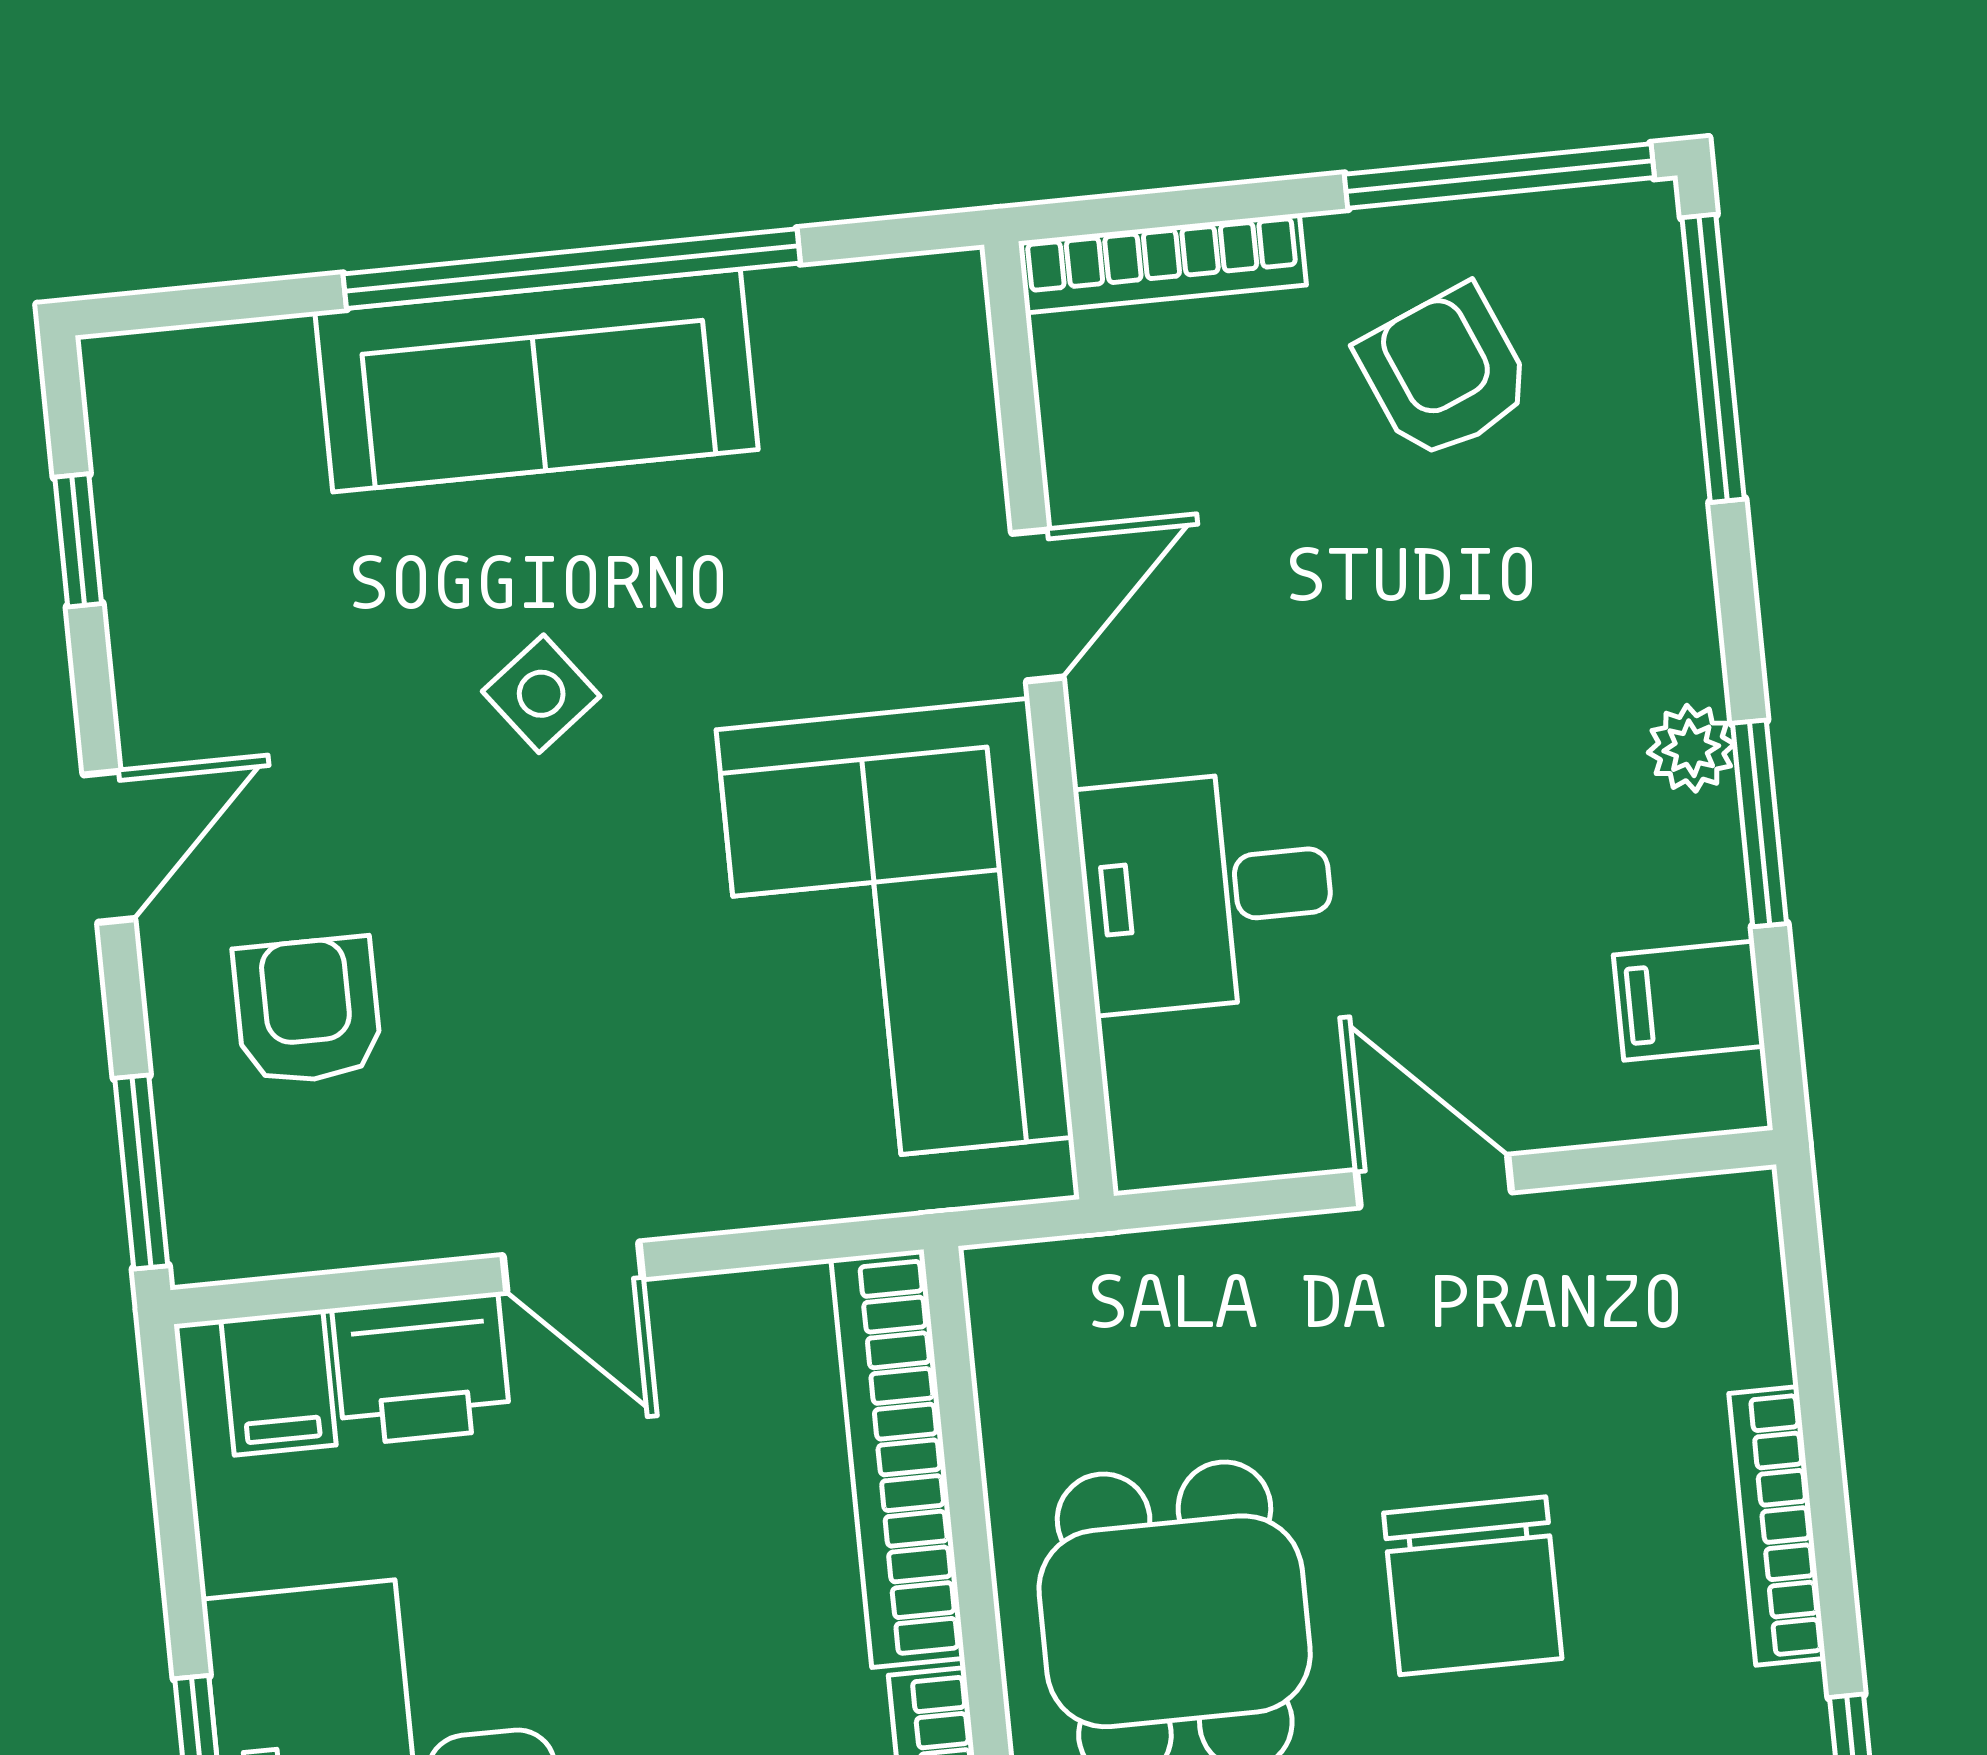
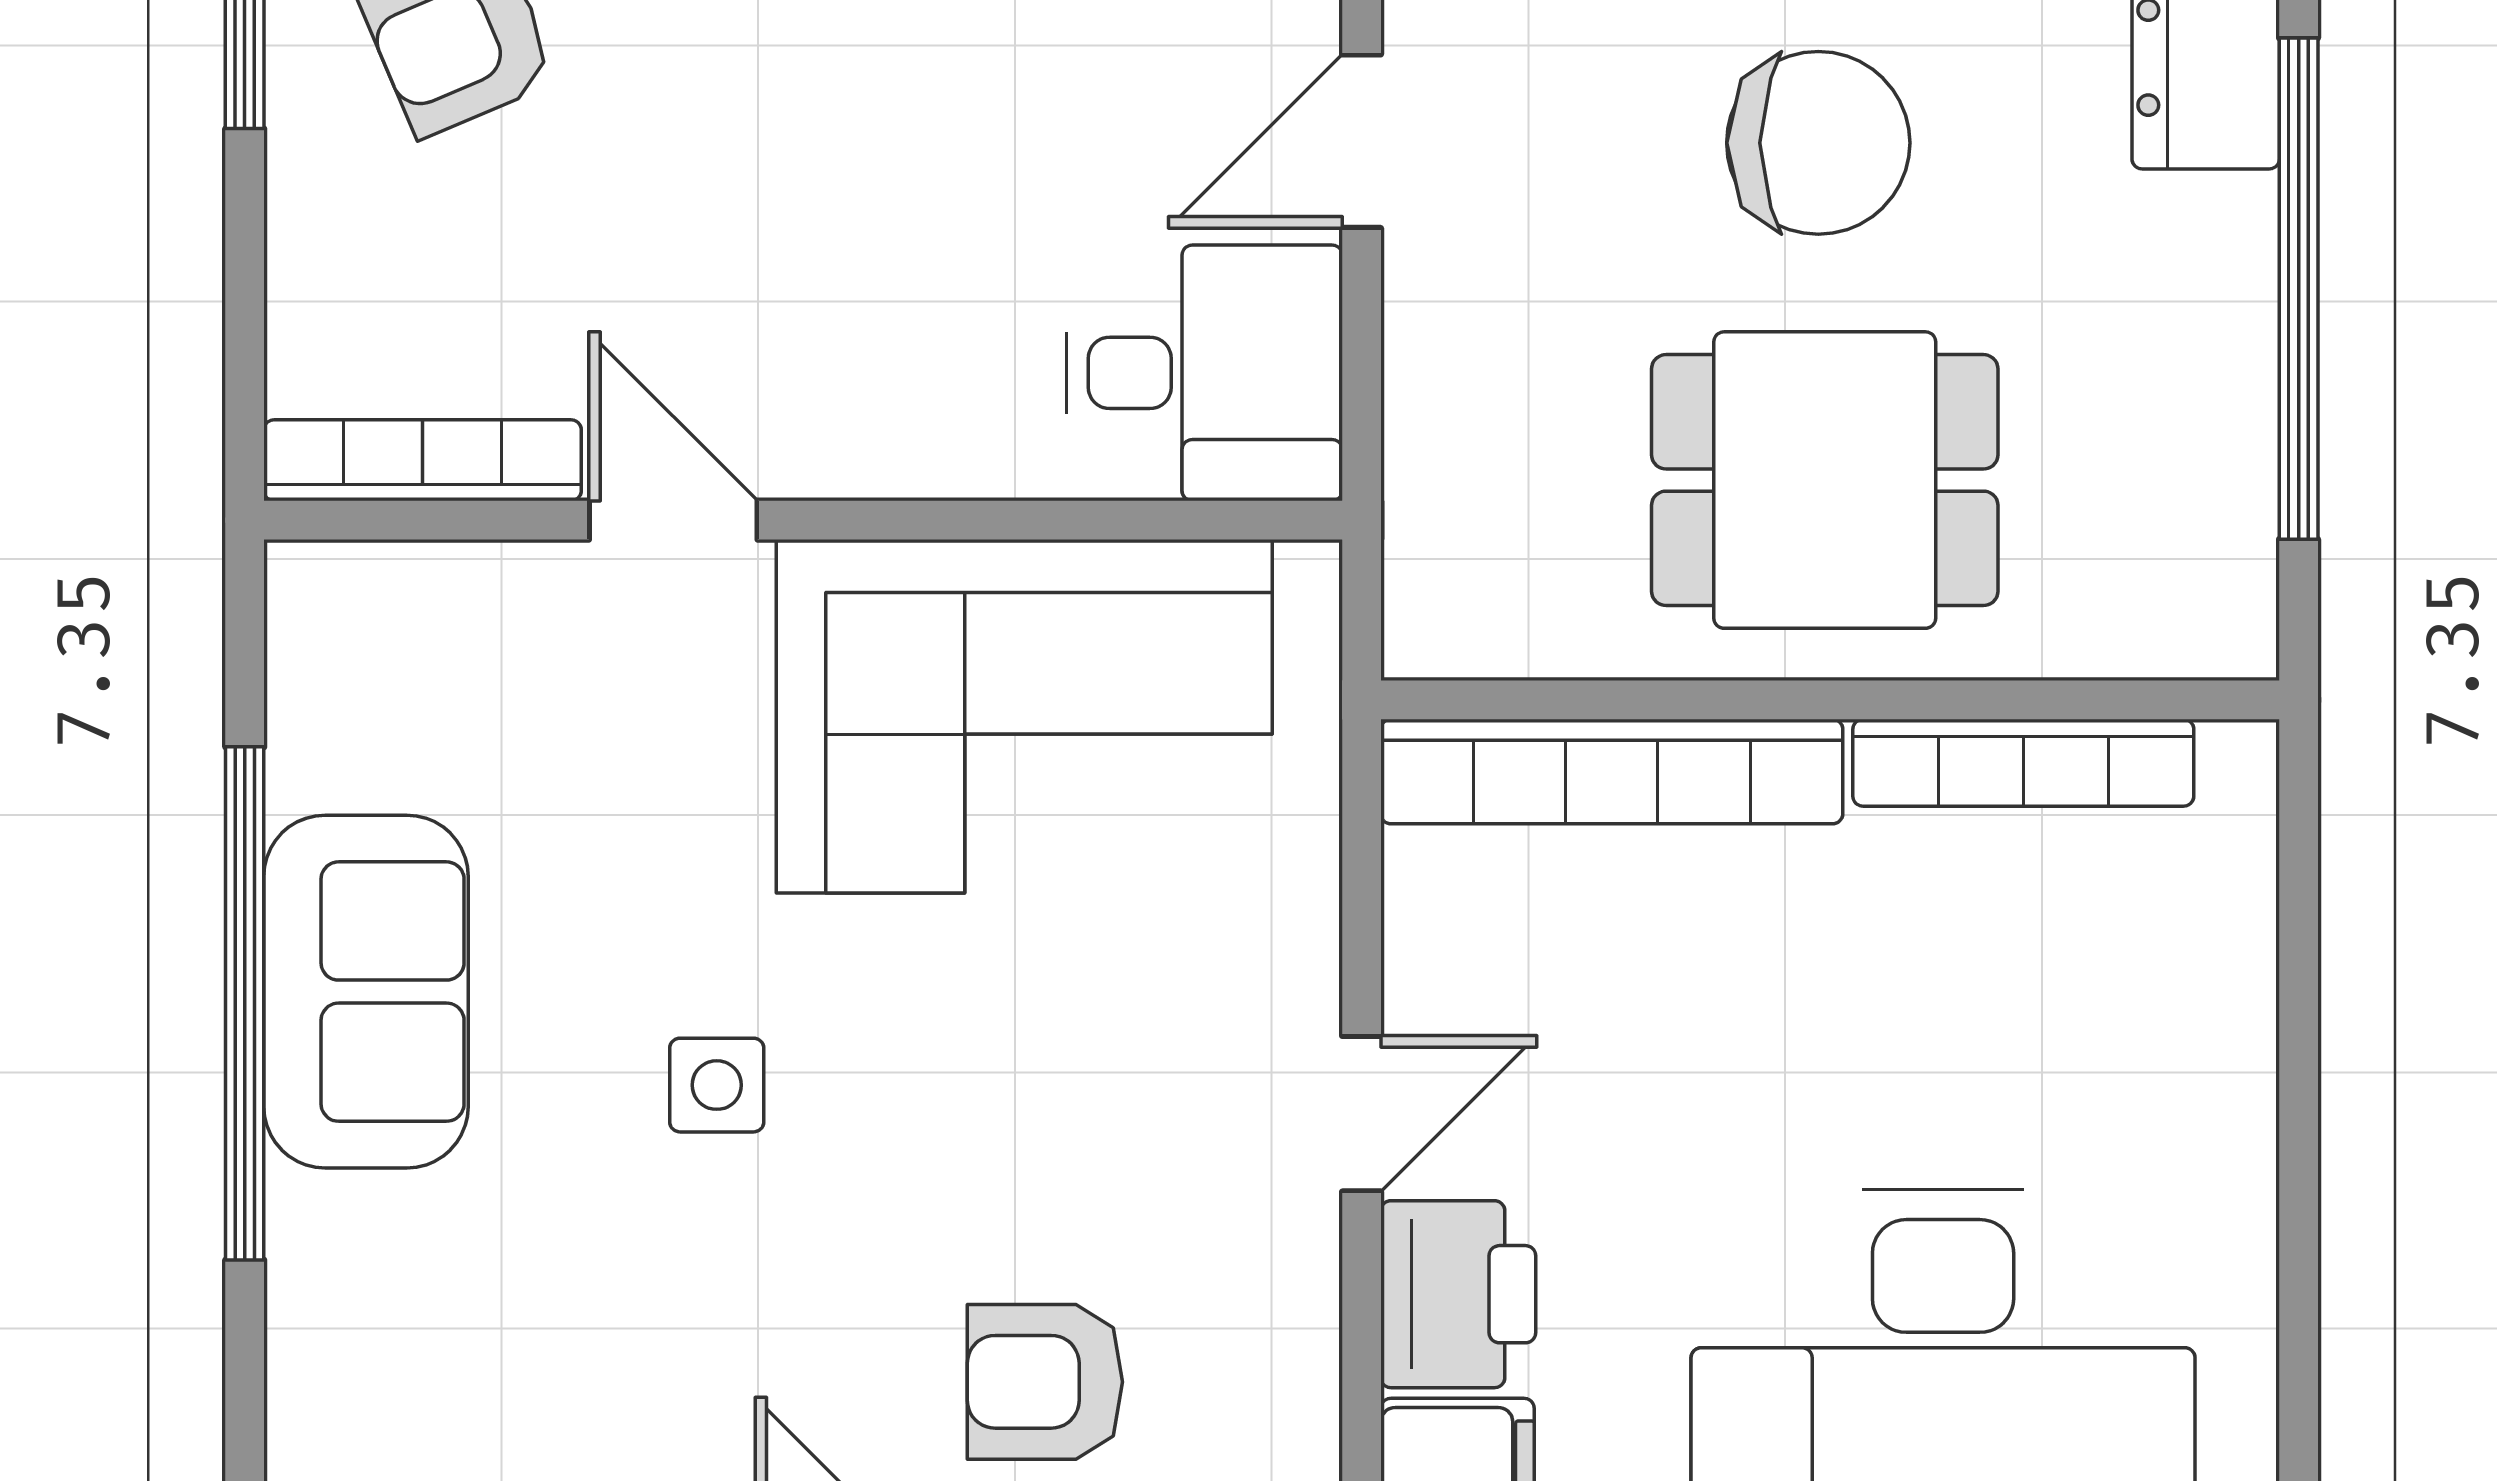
bookcase: (1162, 263) -> (423, 460), moved, turned -90
sofa: (537, 381) -> (366, 992), width x0.73
side table: (541, 694) -> (717, 1085), turned 37
desk: (1207, 891) -> (1204, 373), moved, turned -90

